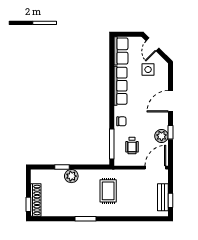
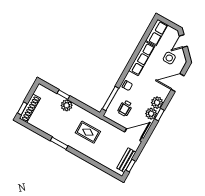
door: (170, 101) -> (178, 83), moved
plant: (161, 122) -> (157, 103), added
rug: (108, 191) -> (88, 132), turned 90

